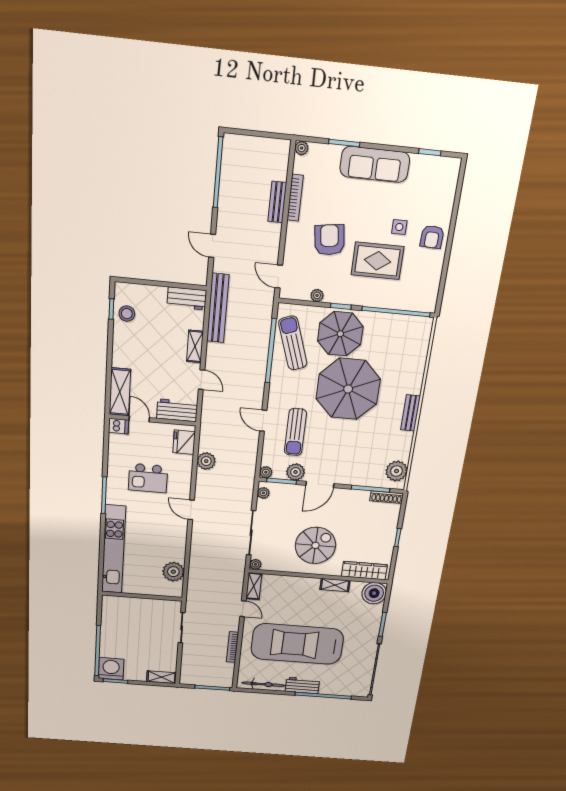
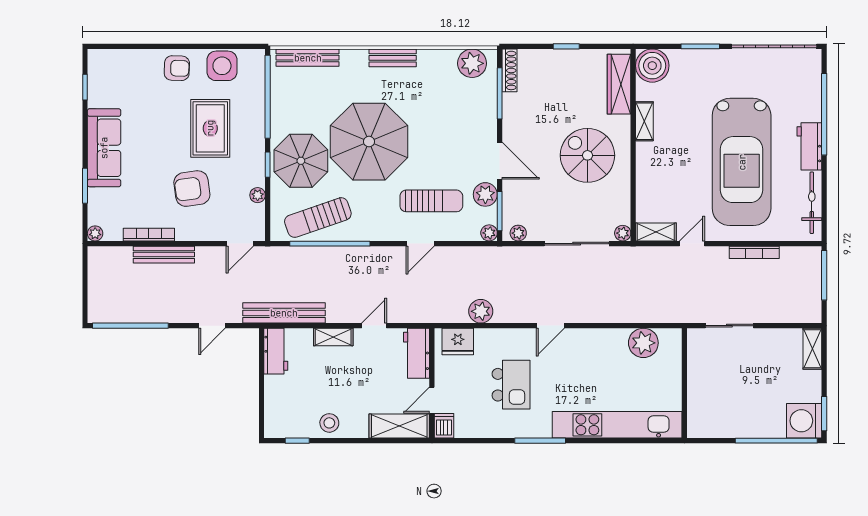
bench: (277, 202) -> (164, 255), width x1.36
side table: (399, 227) -> (222, 66), moved, width x1.87, depth x1.87
stool: (127, 314) -> (329, 423), moved
bench: (422, 347) -> (308, 58), added

